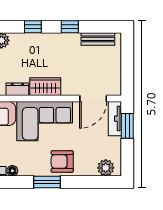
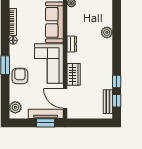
window: (33, 27) -> (117, 101), moved
wardrobe: (45, 87) -> (74, 74), moved
tv unit: (115, 119) -> (46, 114), width x1.41

